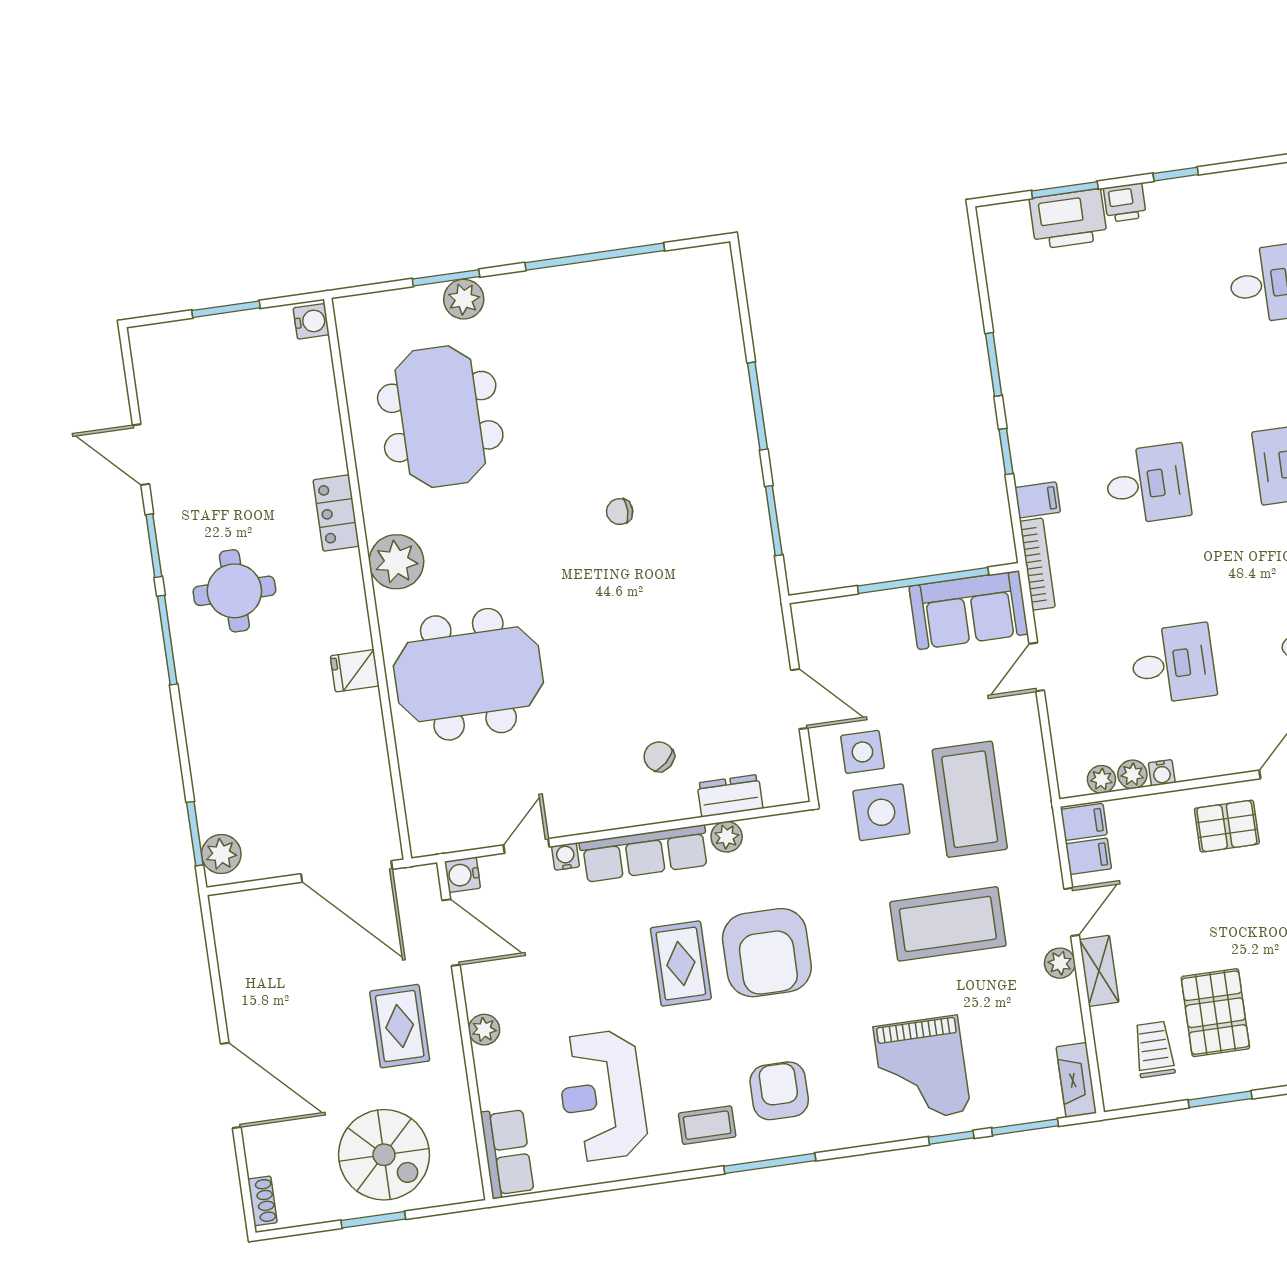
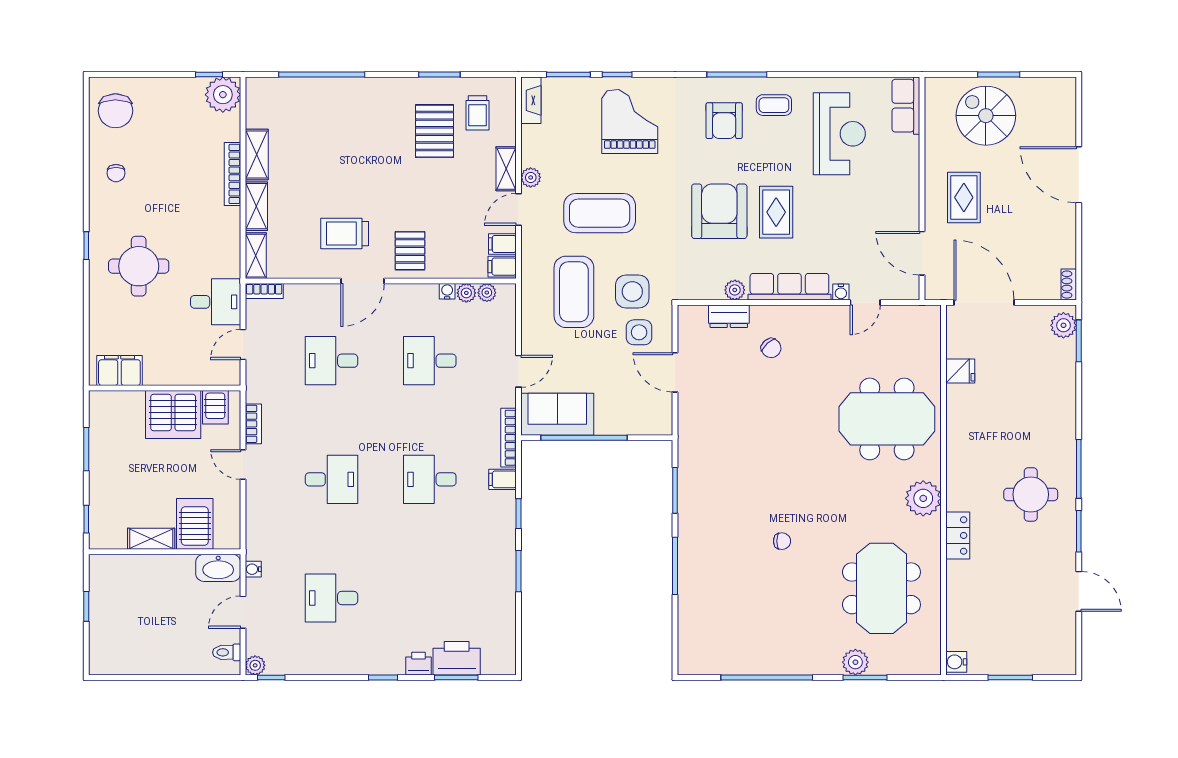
chair: (620, 512) -> (782, 541), moved
fridge: (355, 671) -> (960, 371), moved
pallet: (1227, 826) -> (410, 251), turned 90
water cooler: (463, 875) -> (909, 290), removed
plant: (484, 1030) -> (910, 187), removed
shoe rack: (262, 1201) -> (1069, 285), moved

